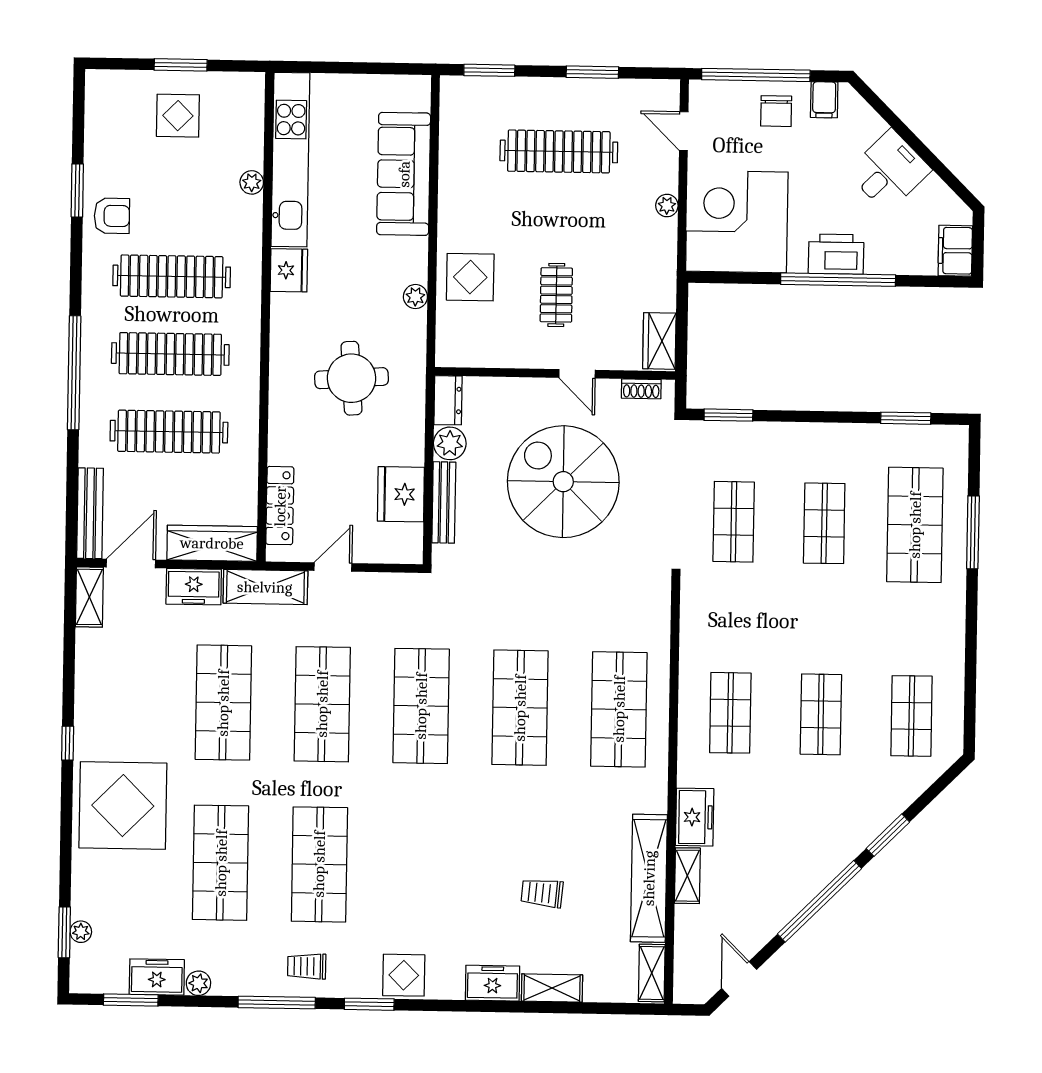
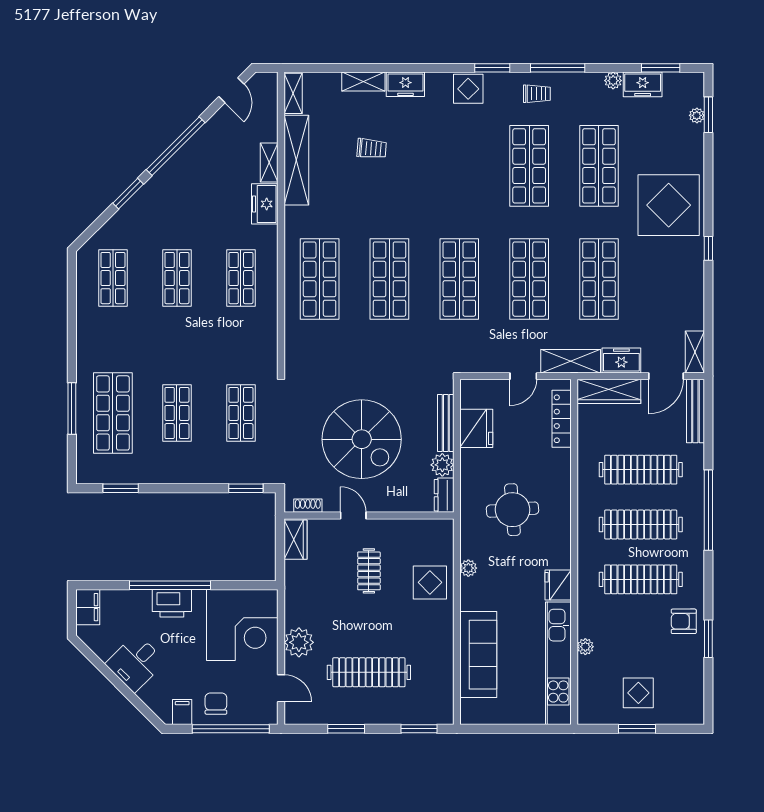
plant: (667, 206) -> (299, 642), width x1.88, depth x1.88

